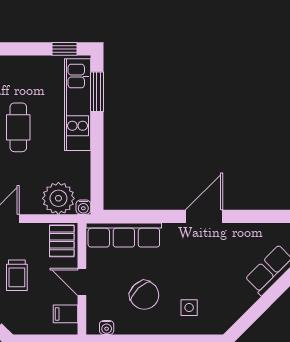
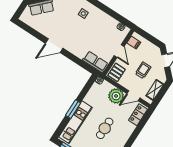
window: (97, 92) -> (73, 109), moved
plant: (58, 198) -> (116, 96), moved
row of seats: (124, 235) -> (95, 62), width x0.68
chair: (144, 295) -> (98, 30), removed

